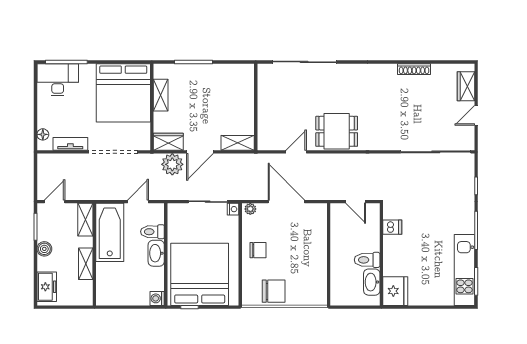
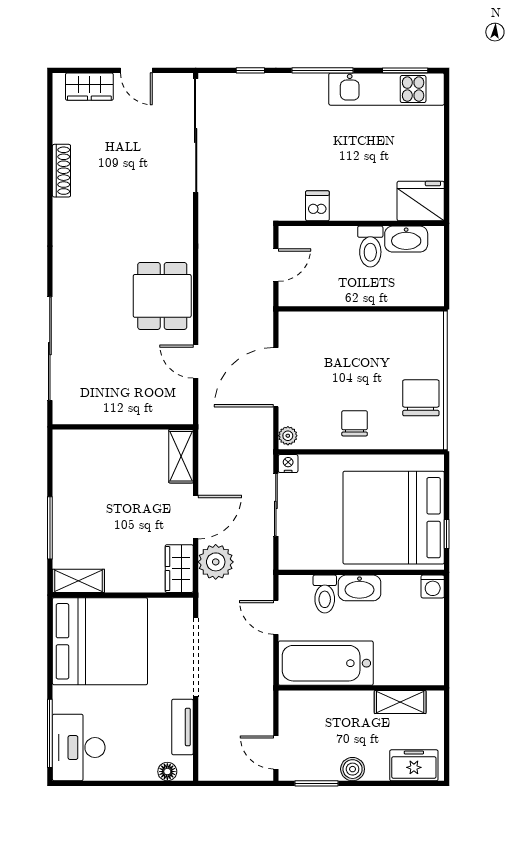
shelving: (161, 95) -> (78, 581), moved
door: (200, 152) -> (196, 517), hinge flipped
shelving: (85, 220) -> (305, 703), removed
shelving: (86, 264) -> (400, 702), moved

